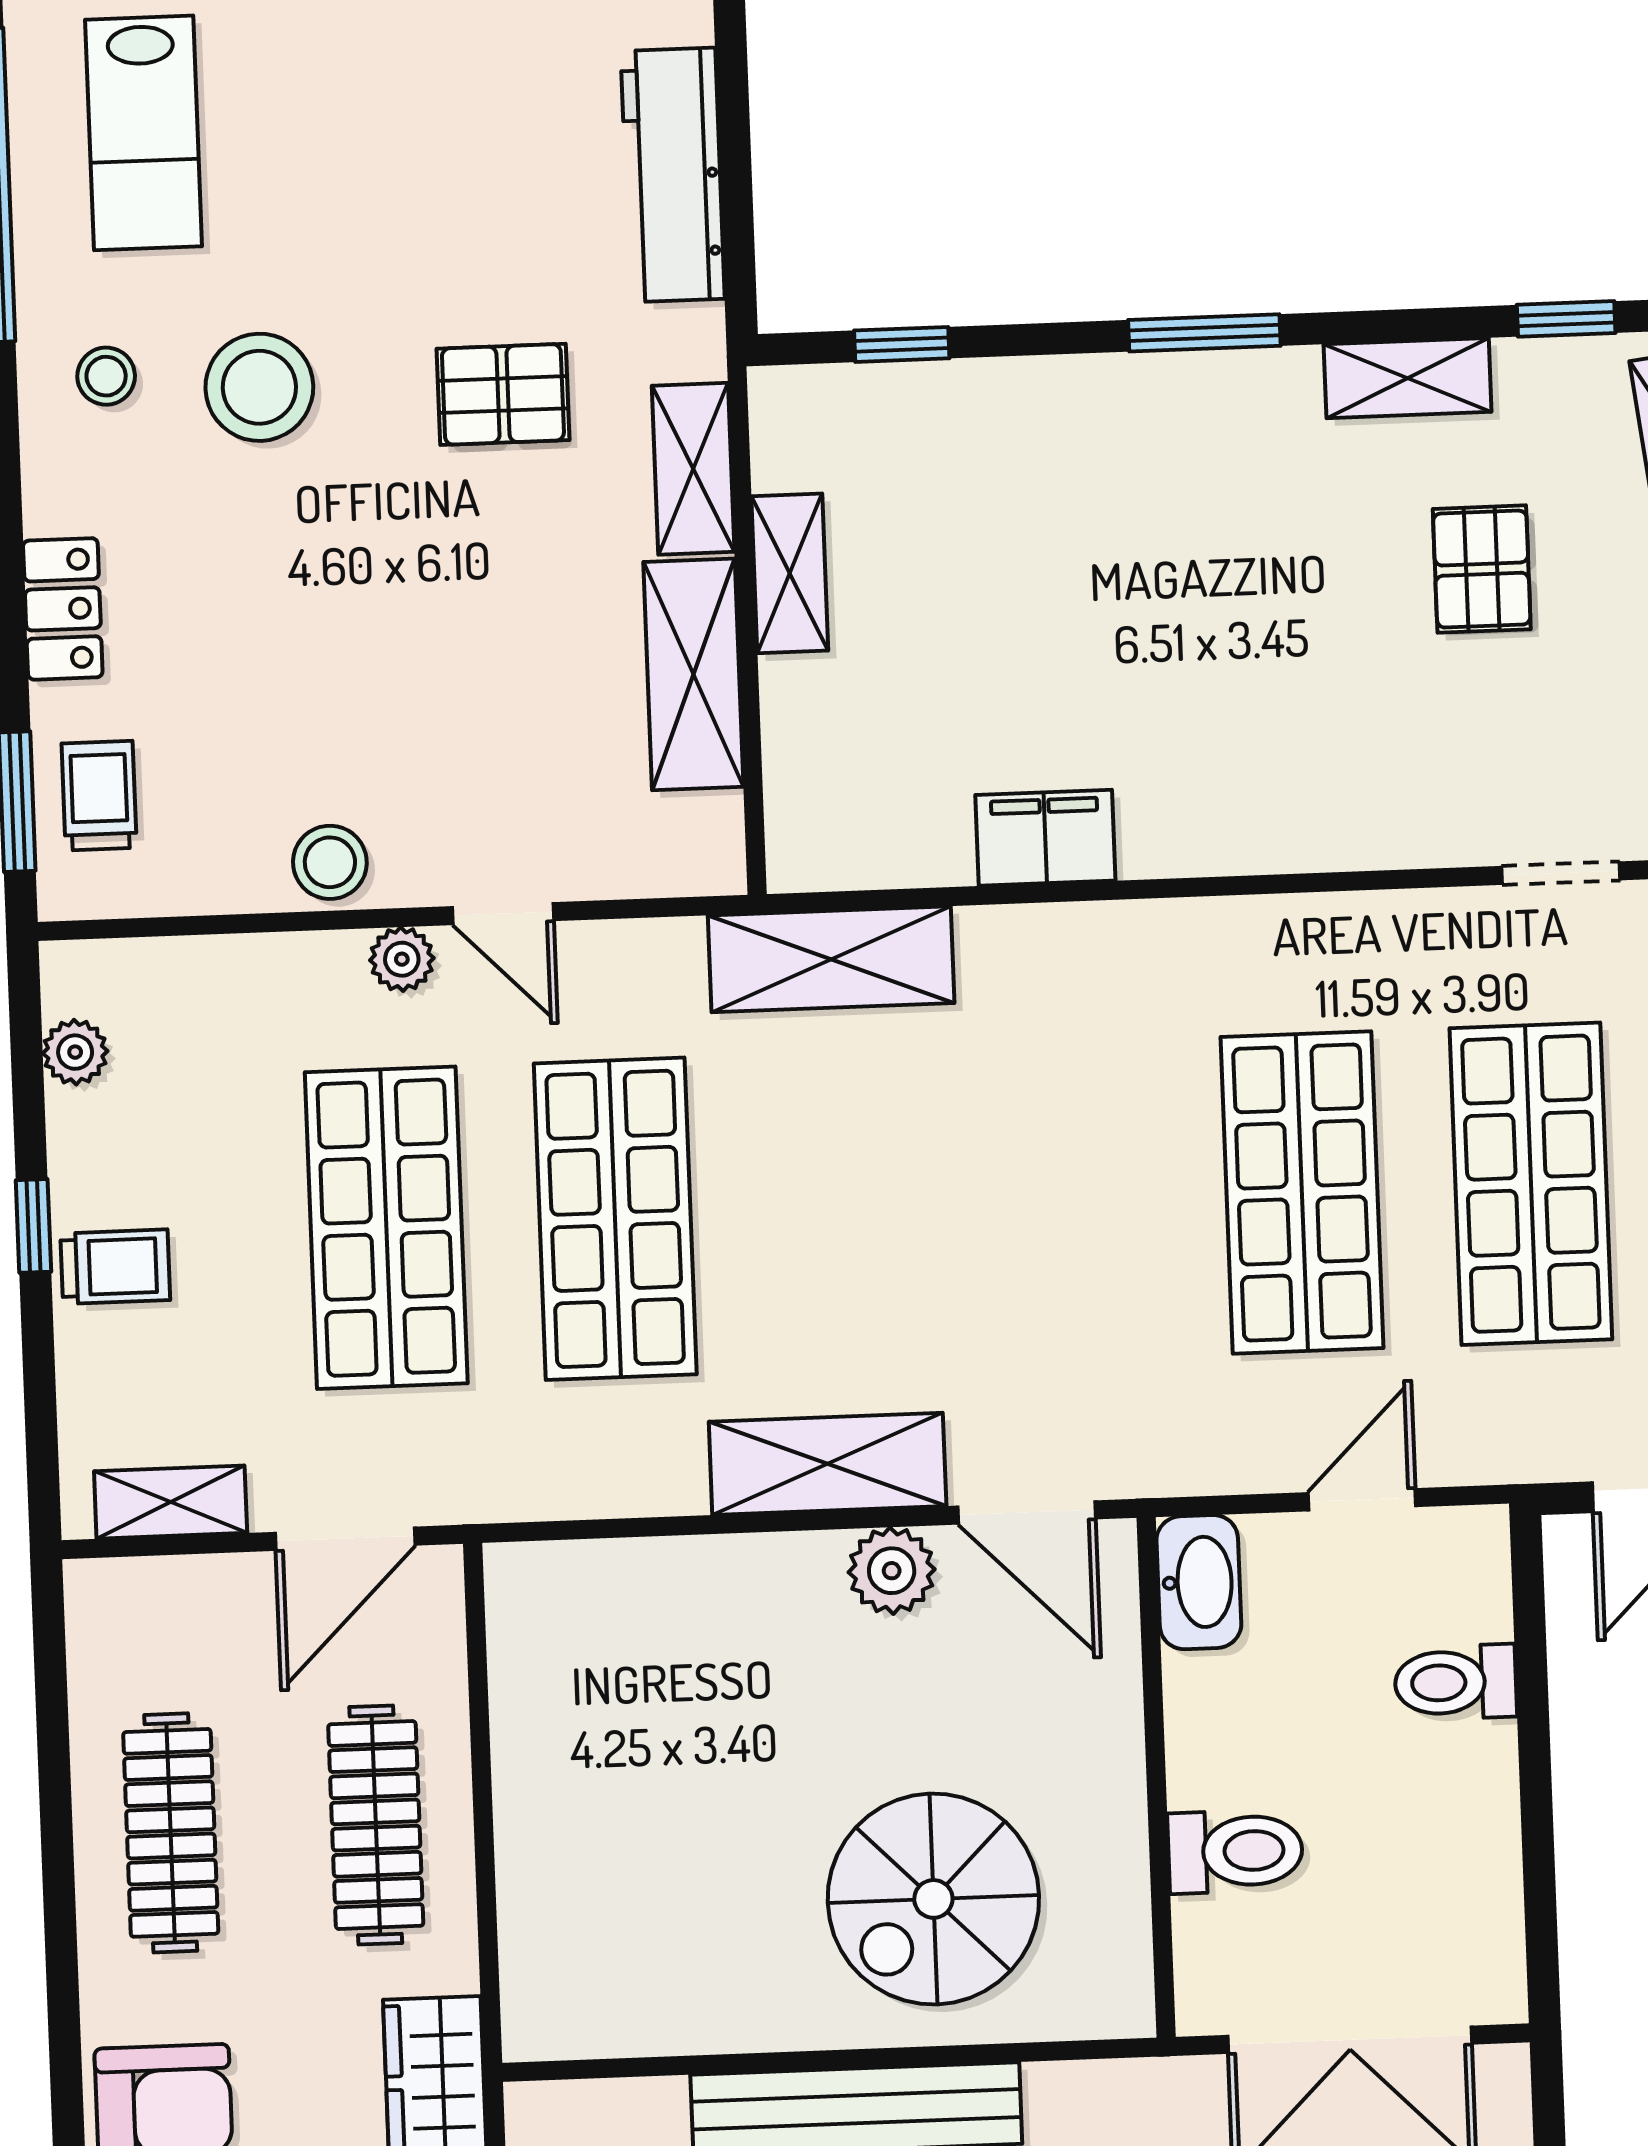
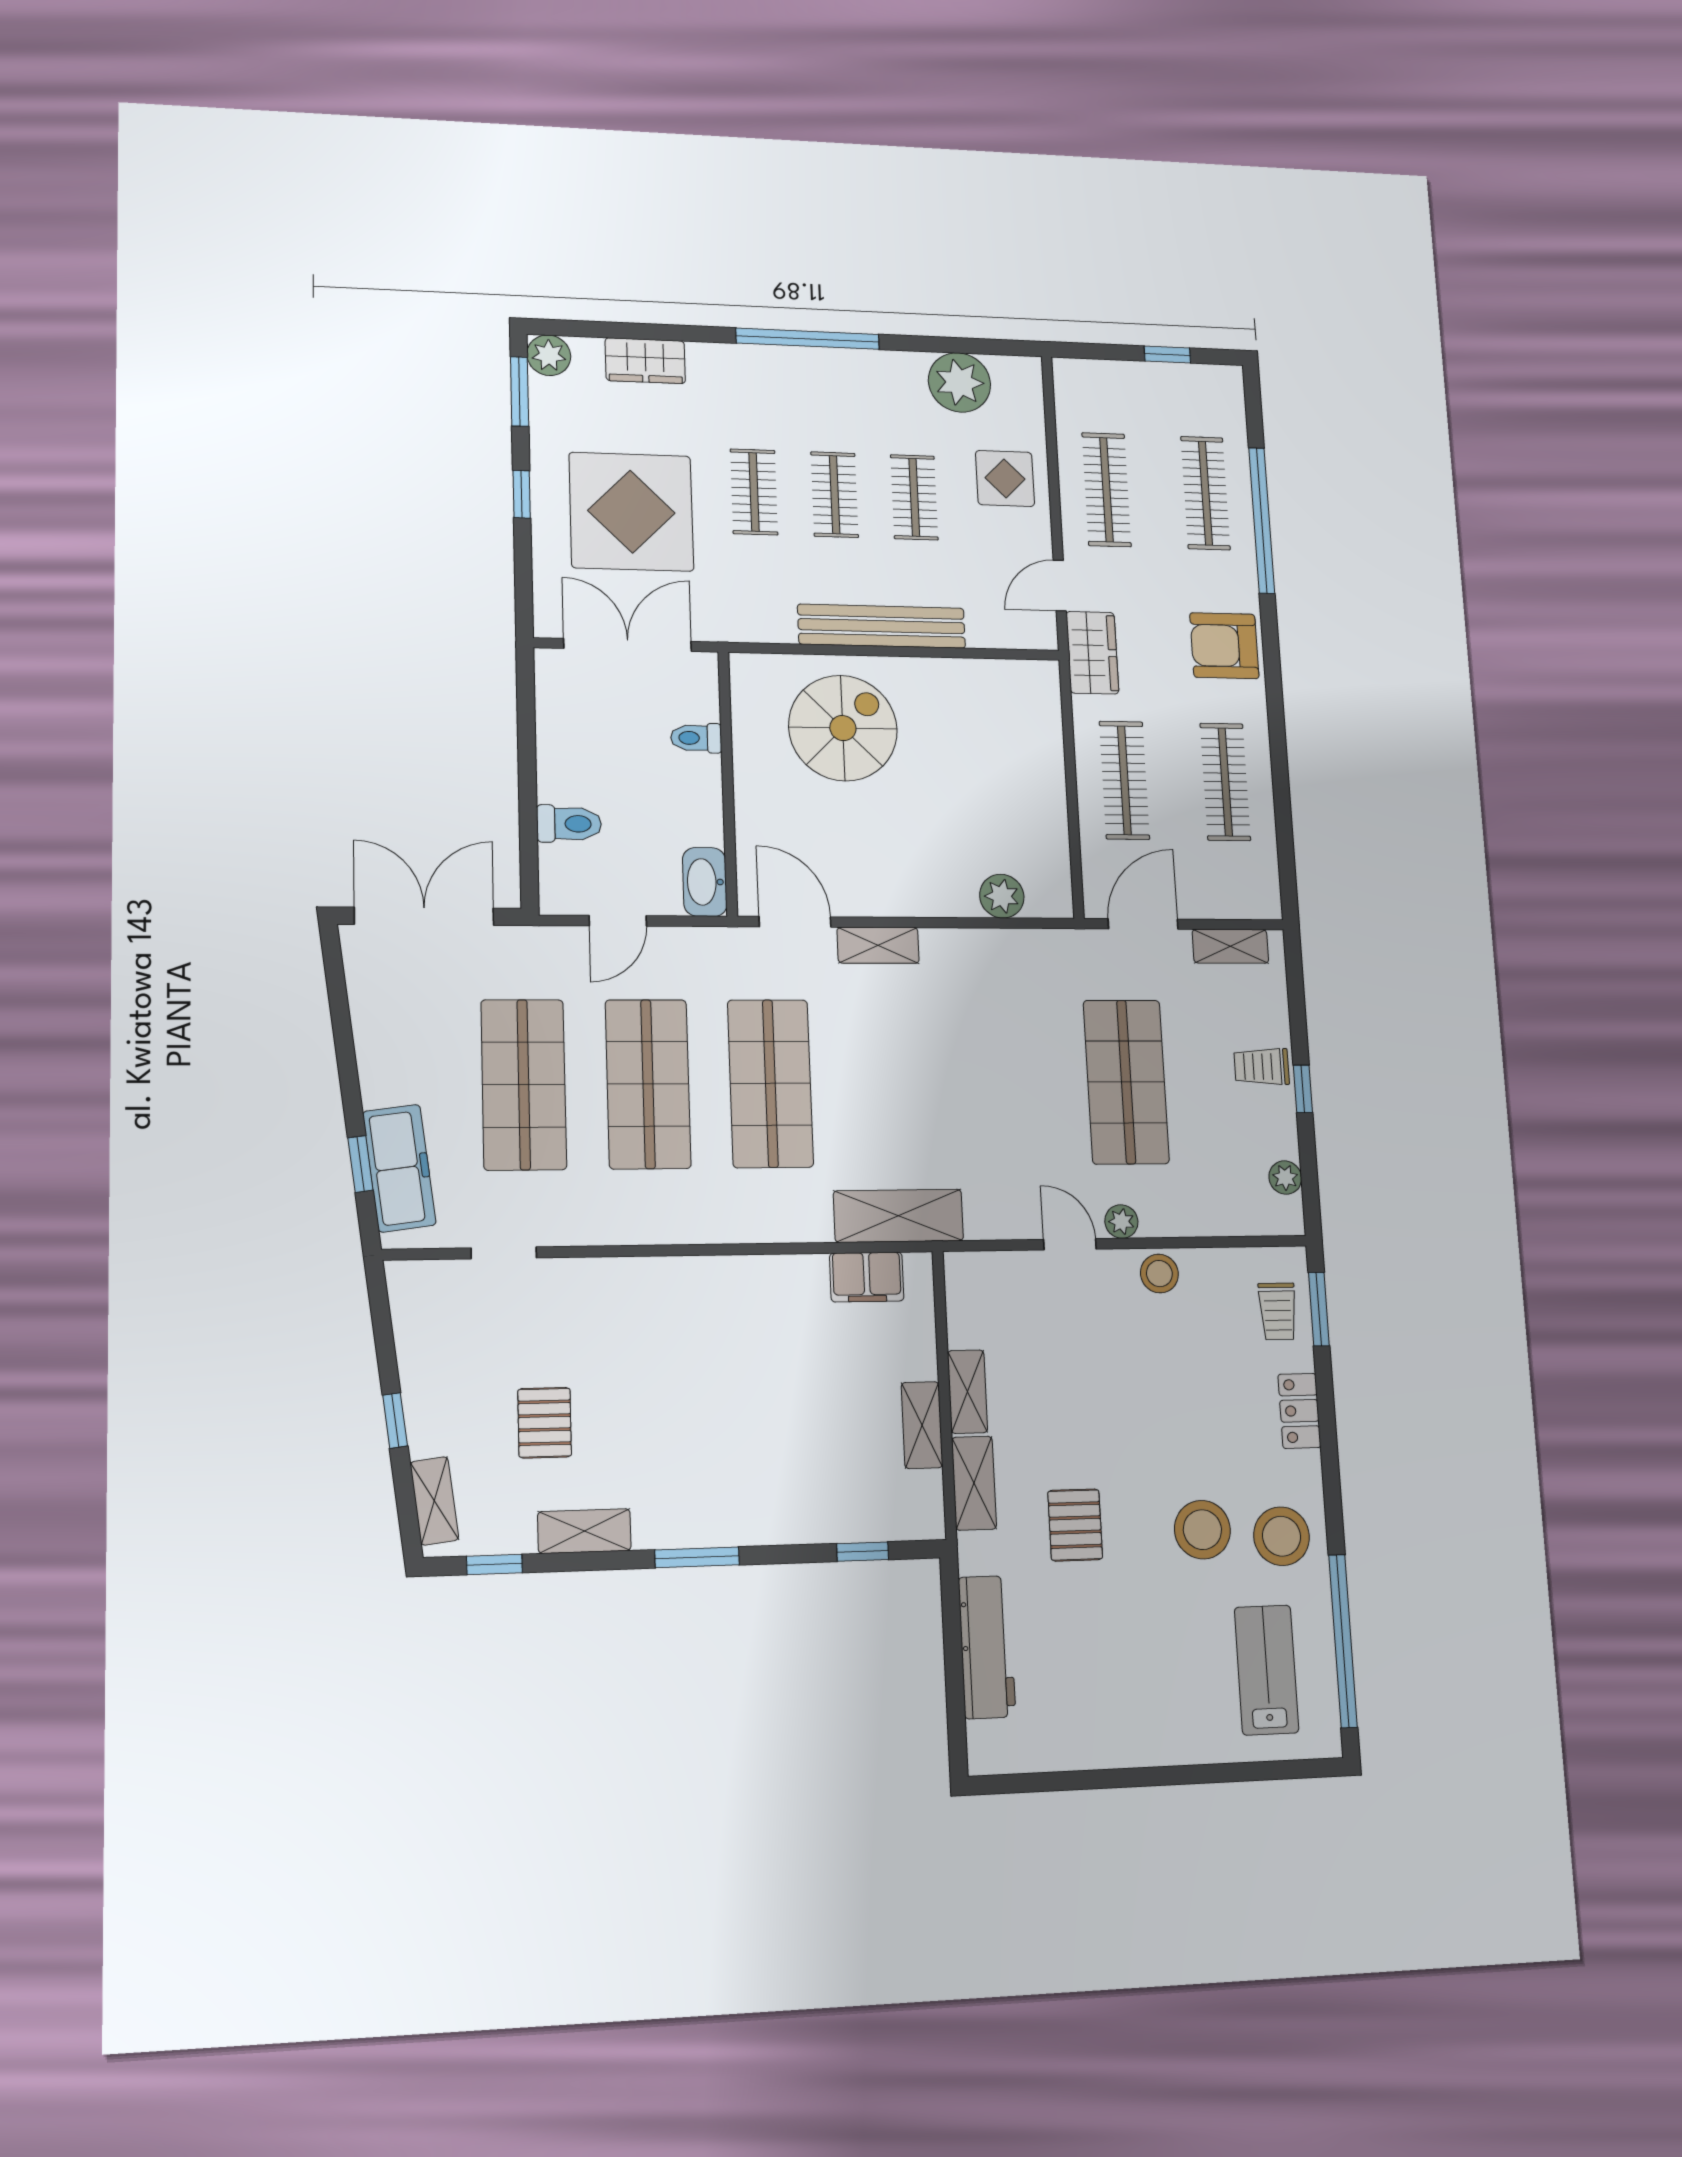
stool: (106, 376) -> (1282, 1536), width x1.89, depth x1.89
pallet: (503, 394) -> (1075, 1525), turned 90
shelving: (693, 674) -> (968, 1392), width x0.67, depth x0.75
filing cabinet: (1045, 838) -> (867, 1277), moved
shop shelf: (615, 1219) -> (770, 1083), moved
shelving: (828, 1464) -> (878, 945), width x0.67, depth x0.75
plant: (892, 1571) -> (1002, 896), moved
toilet: (1235, 1851) -> (696, 738), width x0.73, depth x0.72

